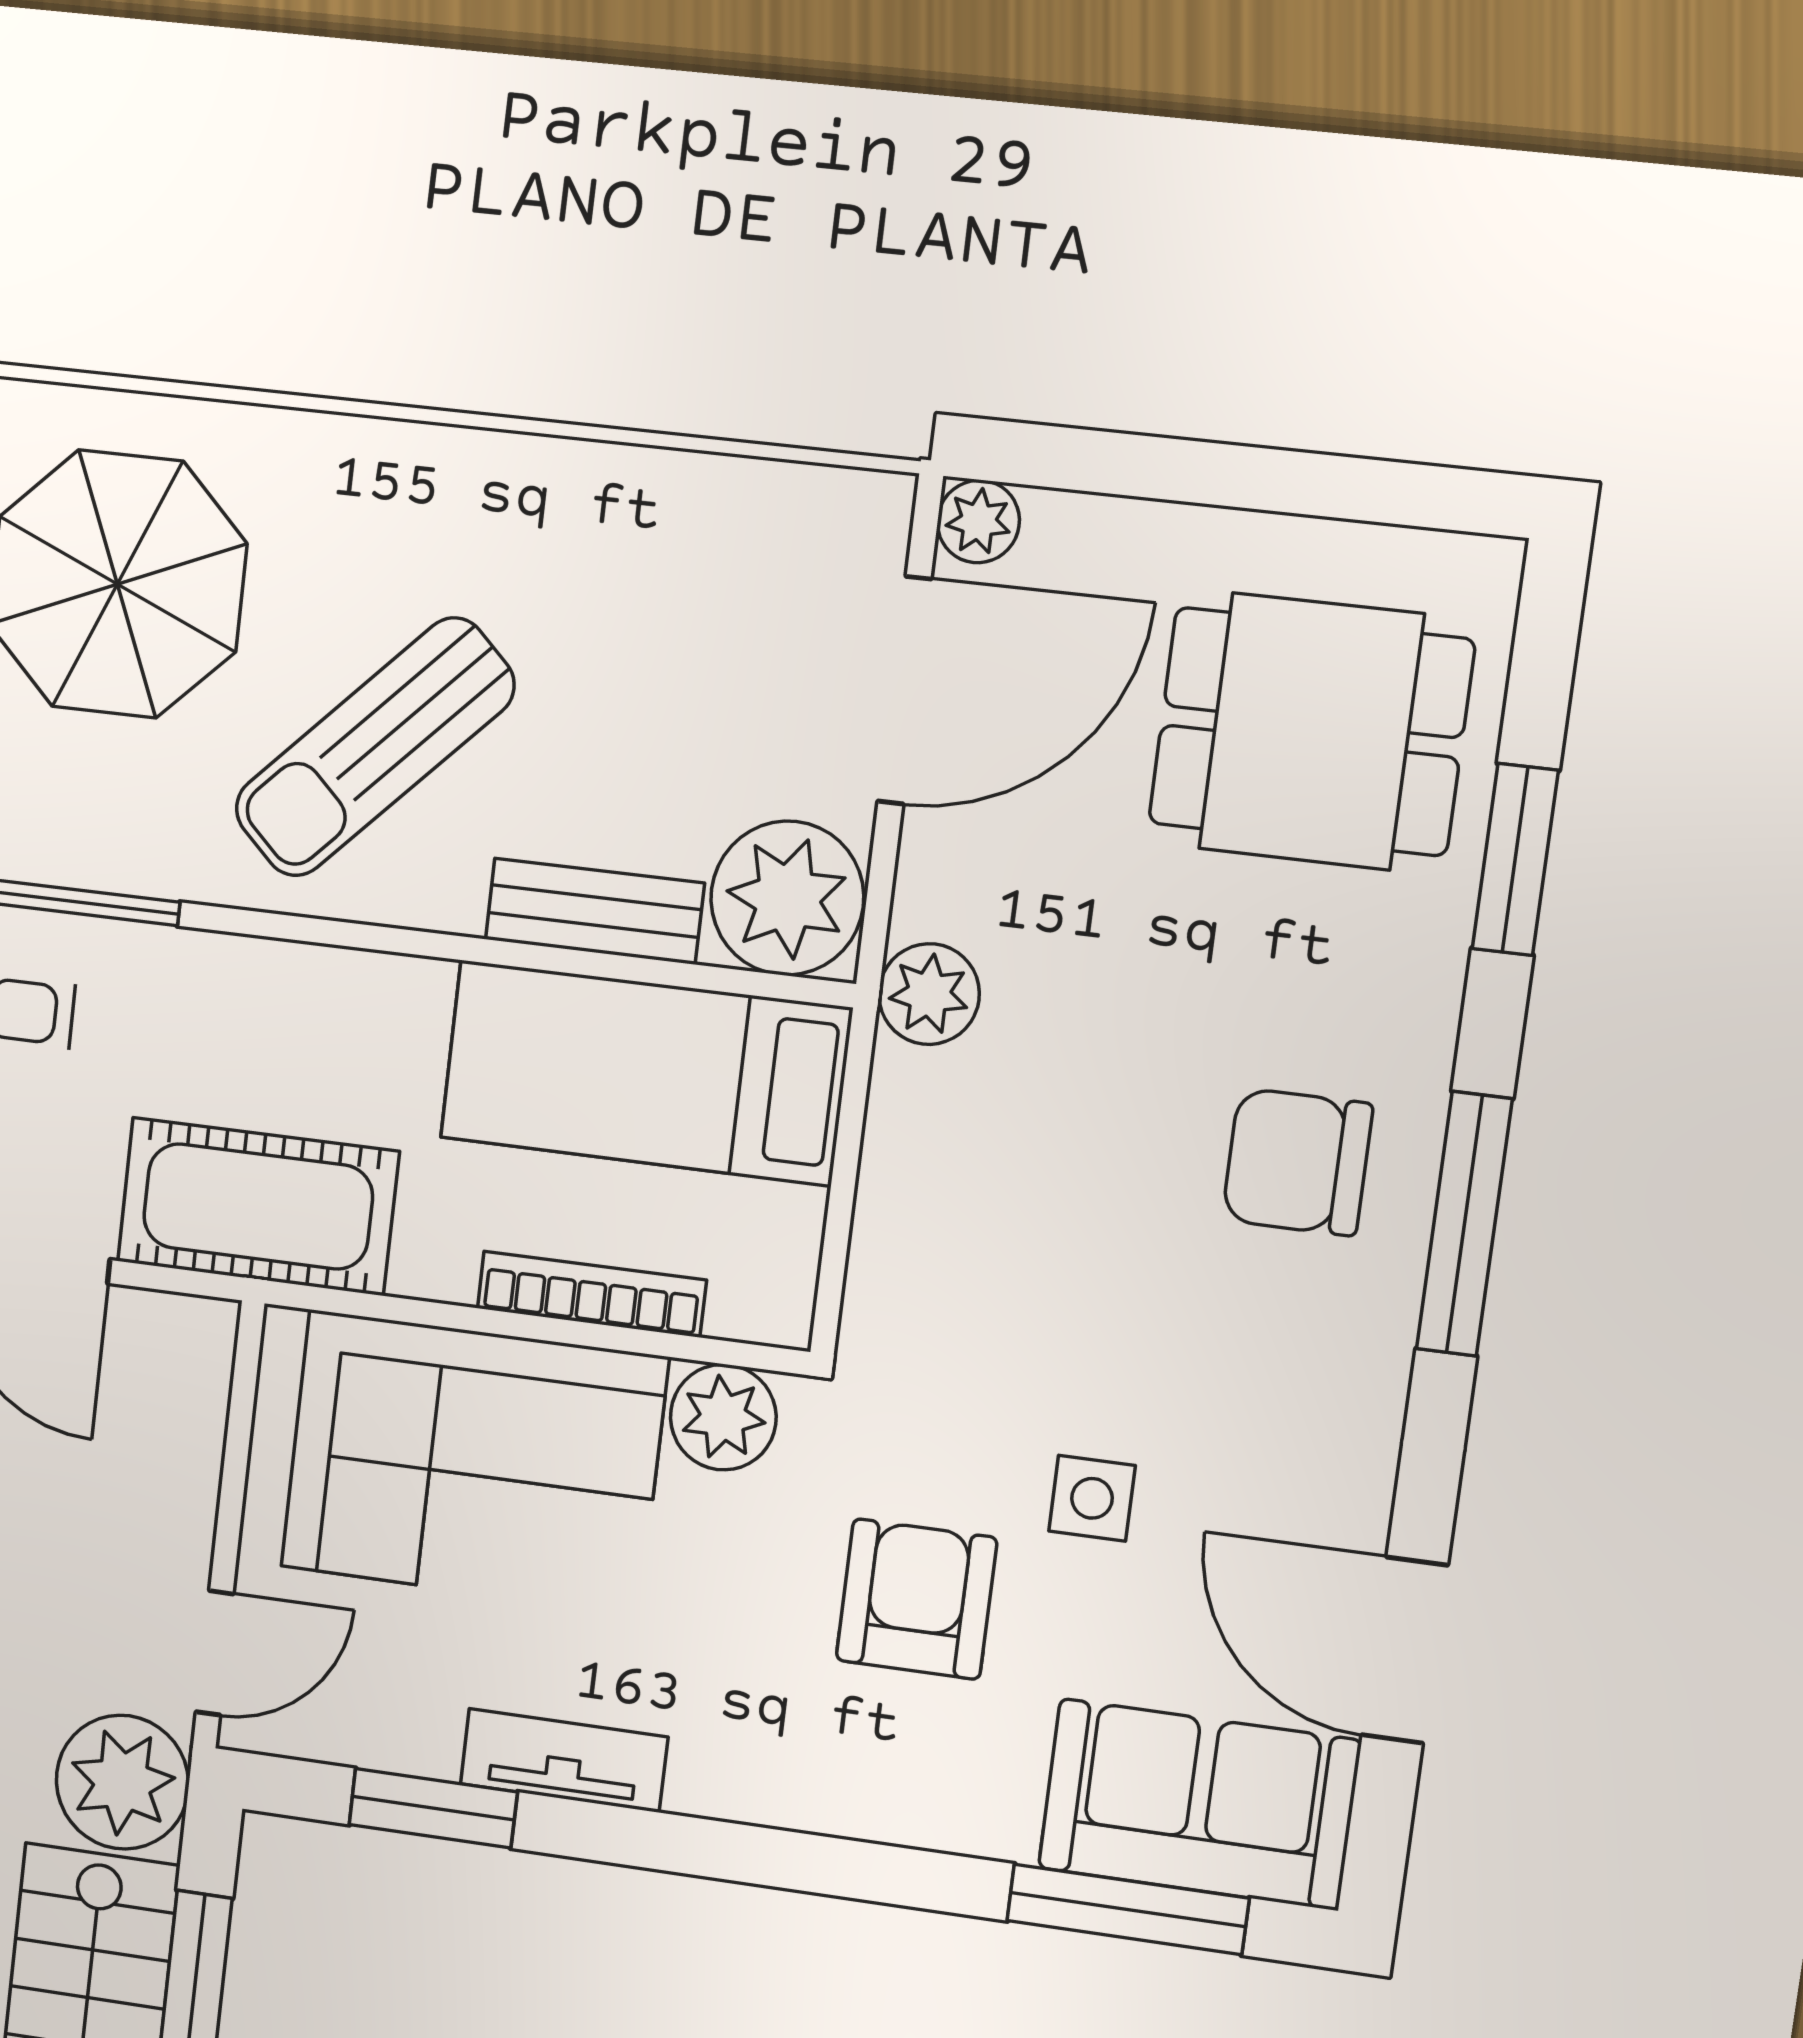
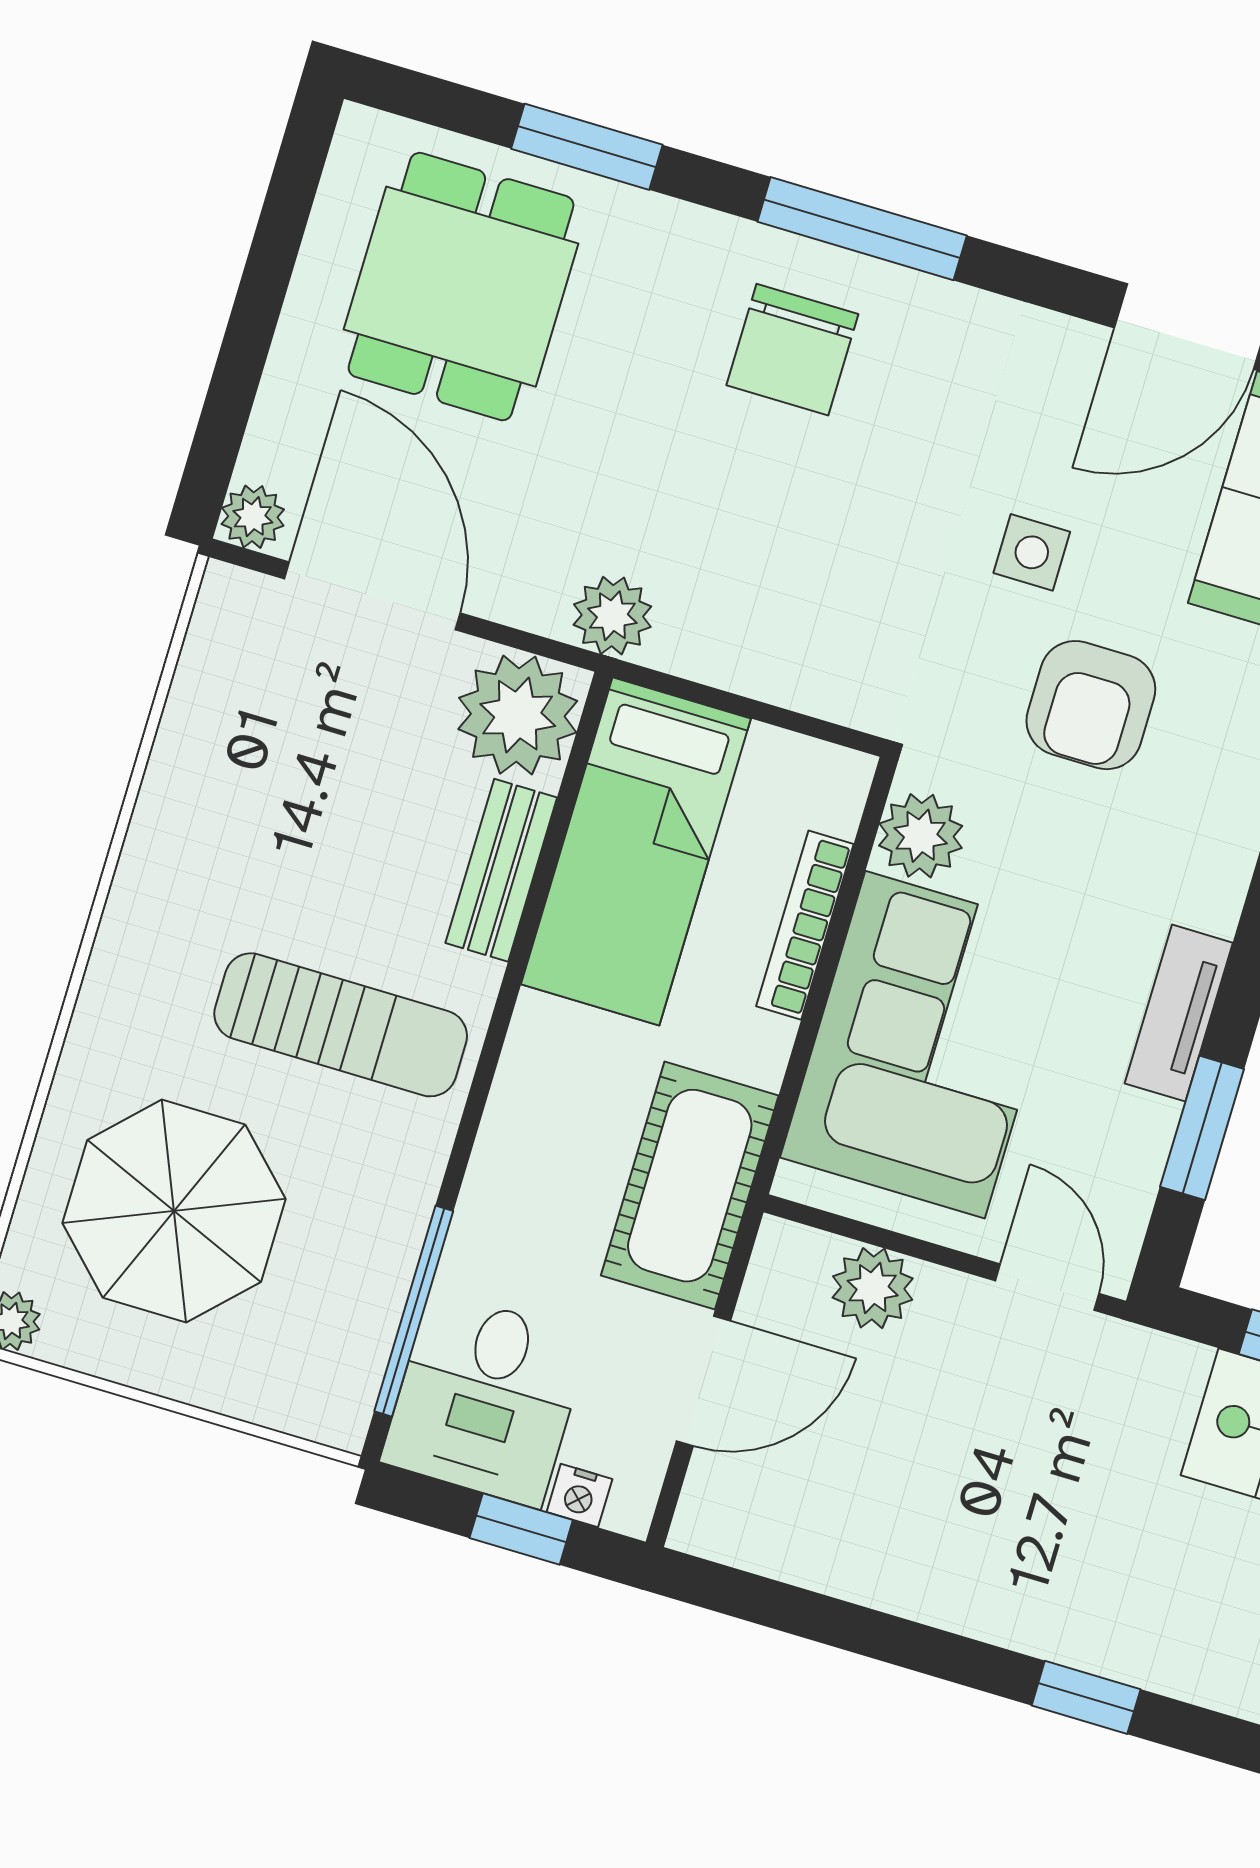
sun lounger: (375, 747) -> (341, 1025), turned -44
armchair: (916, 1599) -> (1091, 705), turned -90
plant: (122, 1782) -> (873, 1288), moved, width x0.73, depth x0.73

